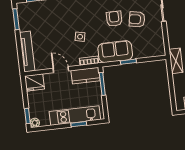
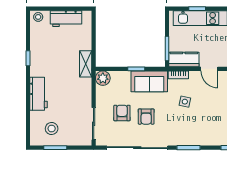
armchair: (137, 19) -> (122, 113), turned -101
plant: (158, 50) -> (103, 78), added

